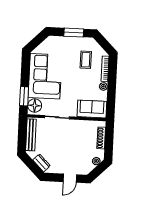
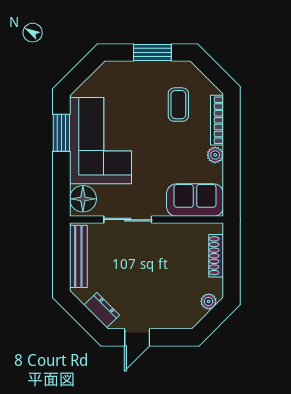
window: (24, 96) -> (61, 133), moved
door: (70, 178) -> (137, 337), moved

